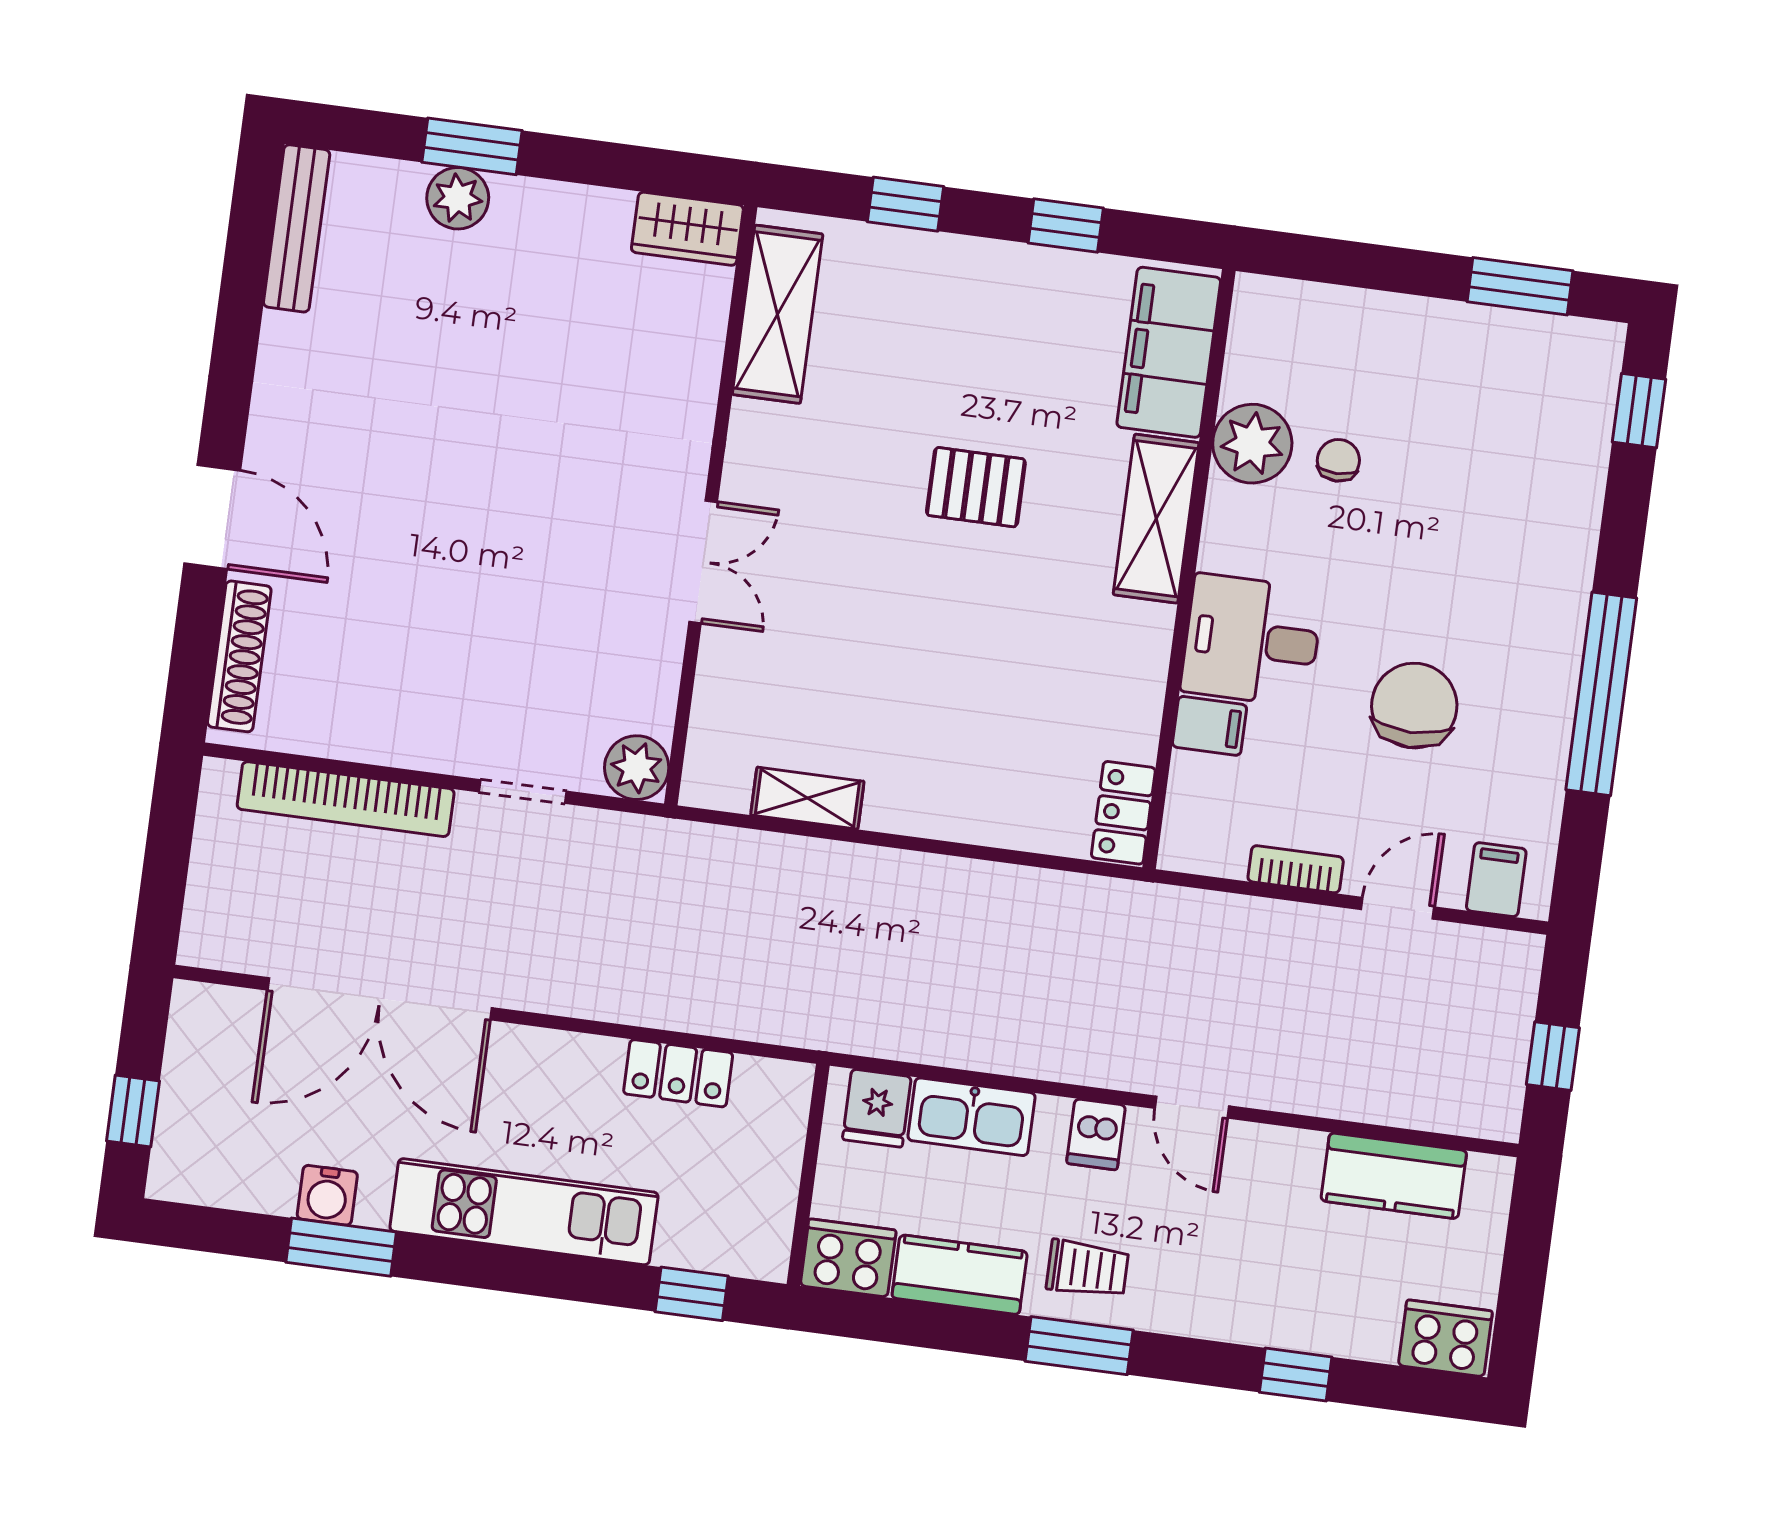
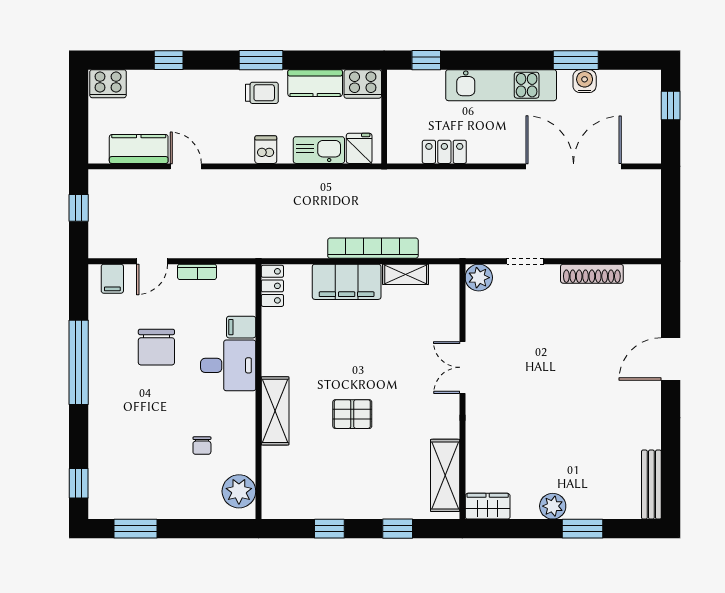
plant: (458, 198) -> (553, 506), moved
filing cabinet: (1169, 352) -> (347, 282), moved, turned 90
plant: (1252, 444) -> (239, 491), moved
door: (212, 517) -> (671, 359), hinge flipped
shoe rack: (239, 656) -> (592, 274), moved, turned -90
bookcase: (346, 799) -> (373, 248), moved
door: (1192, 1107) -> (186, 166), moved
trolley: (1087, 1269) -> (262, 93), turned 180

